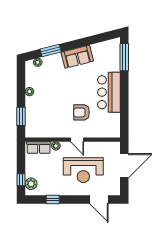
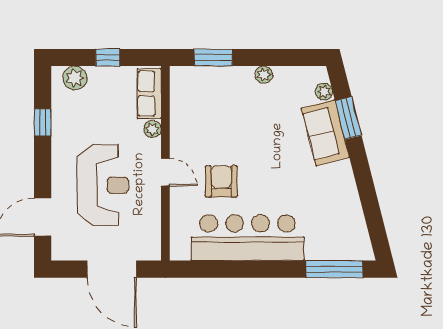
sofa: (77, 57) -> (325, 133), moved
bar counter: (109, 92) -> (248, 238), width x1.36
door: (77, 140) -> (165, 172), swing flipped
reception desk: (83, 170) -> (103, 185), turned 180
window: (21, 180) -> (108, 58), moved

